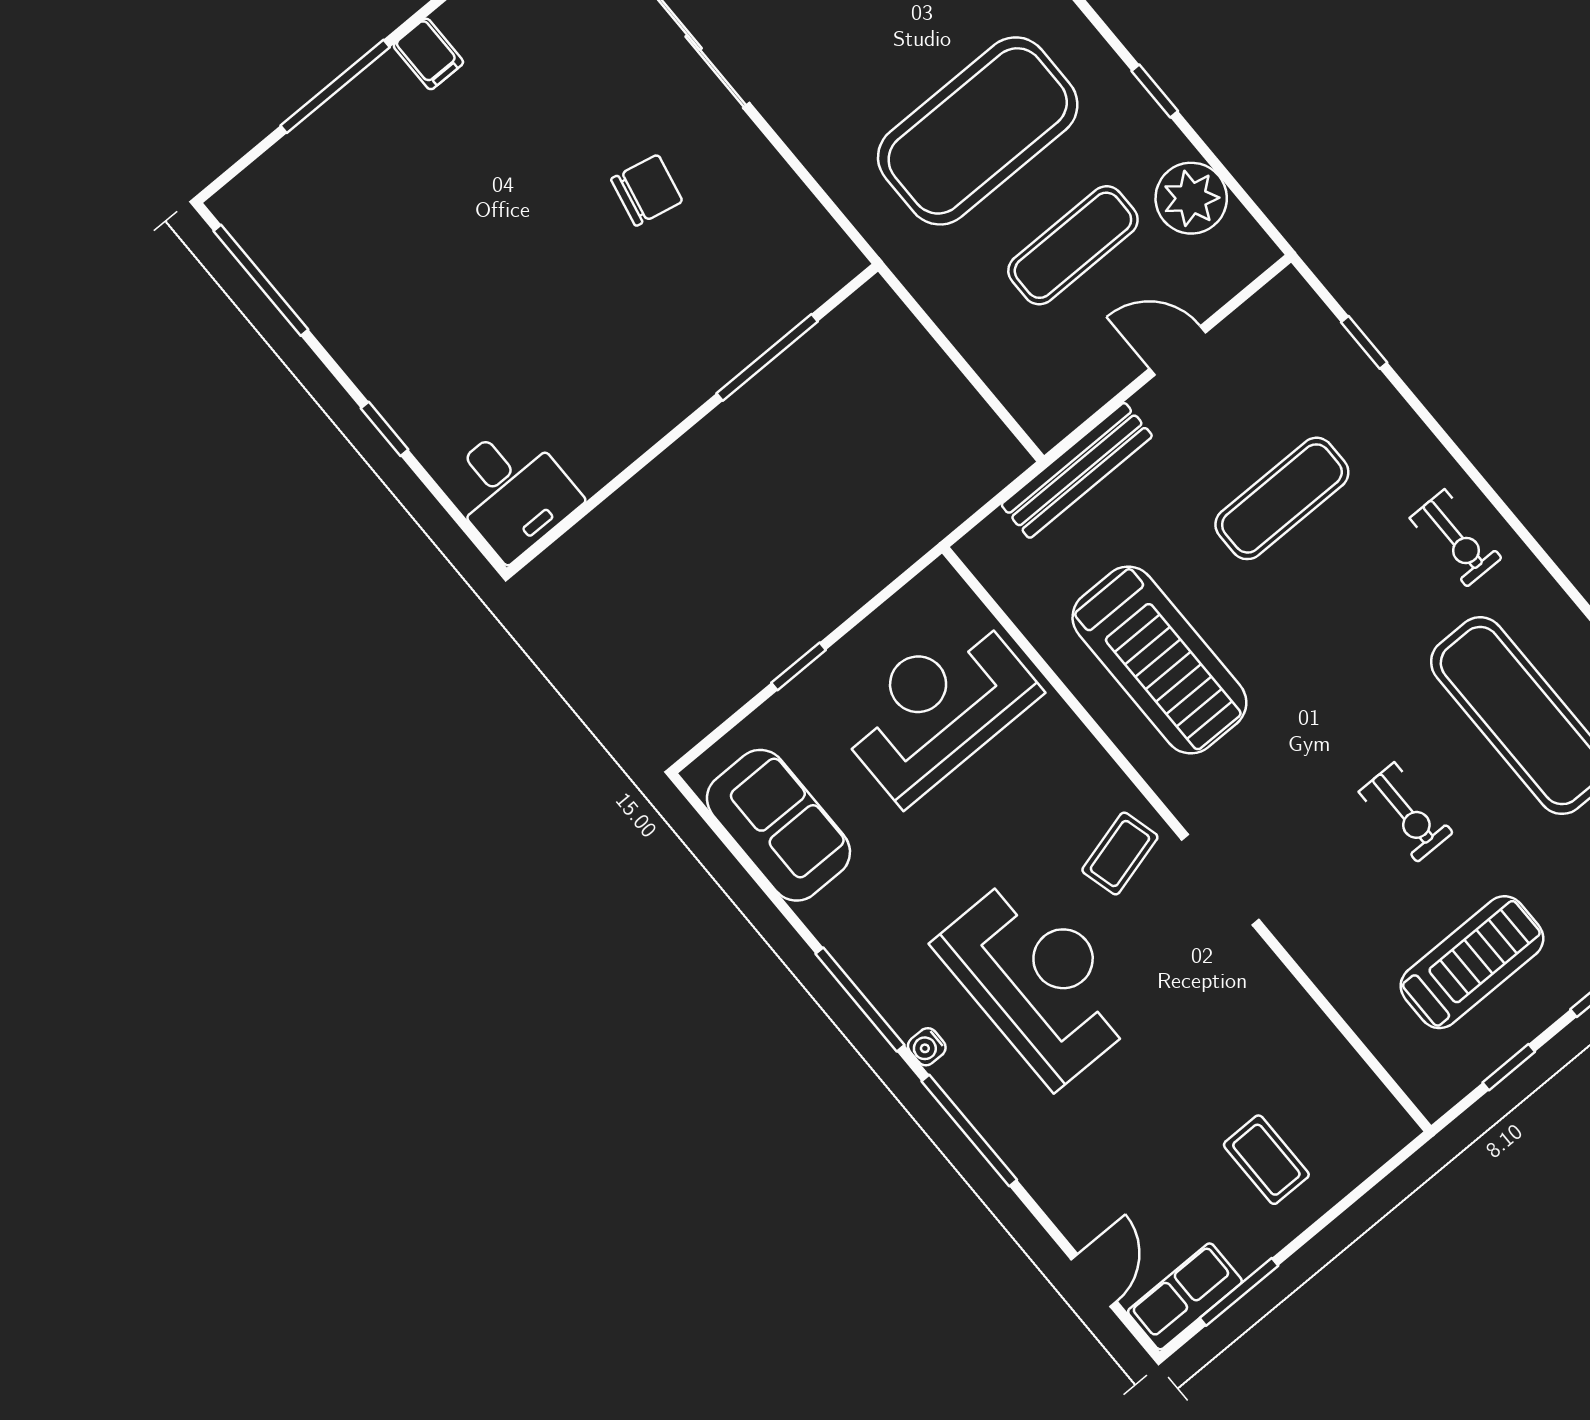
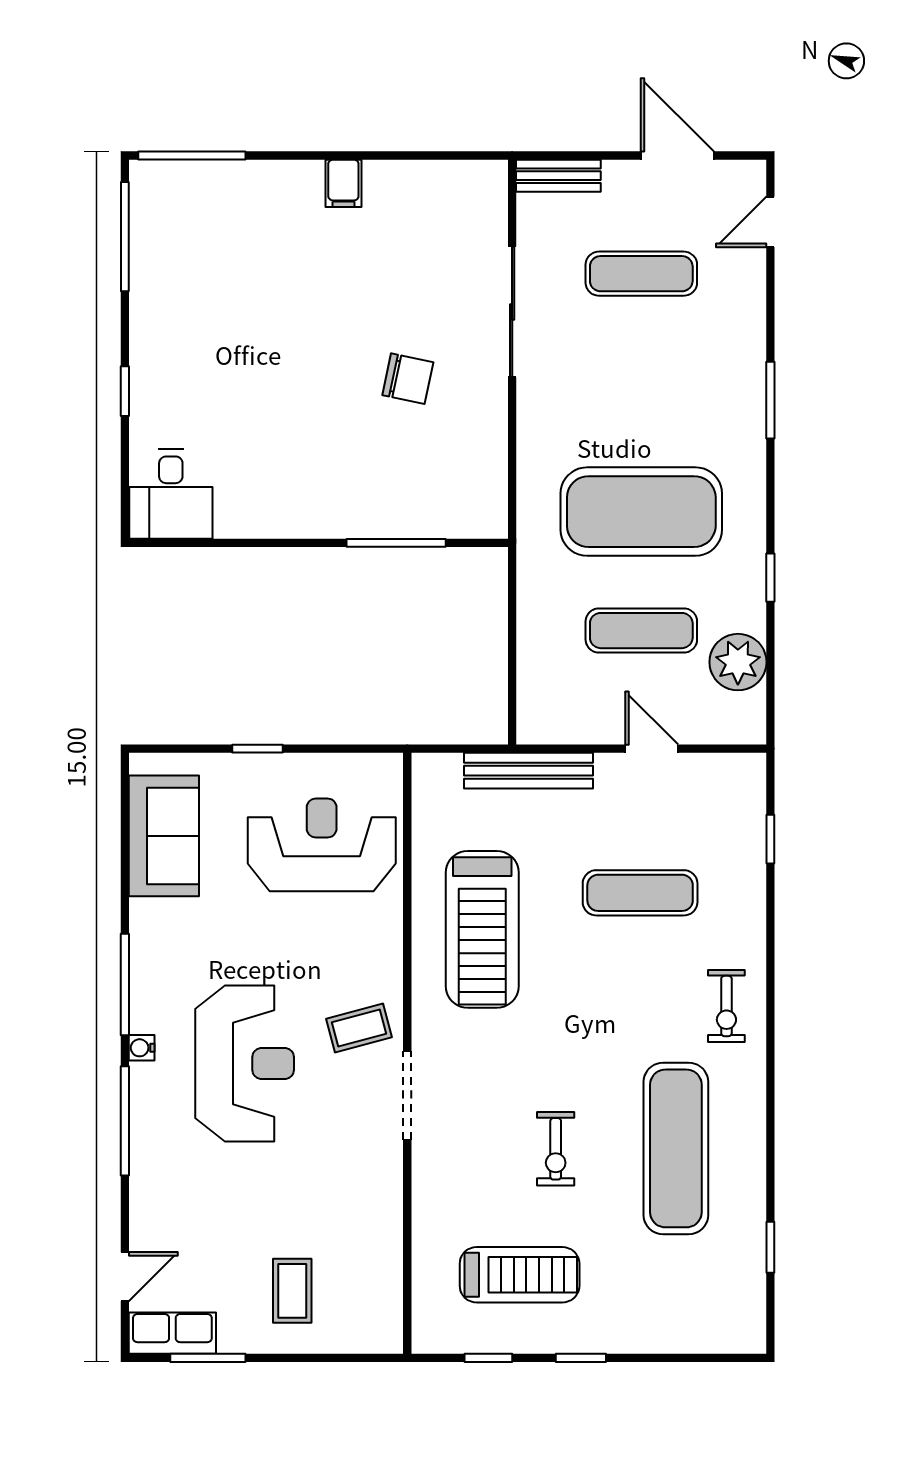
window: (335, 86) -> (192, 156), moved

